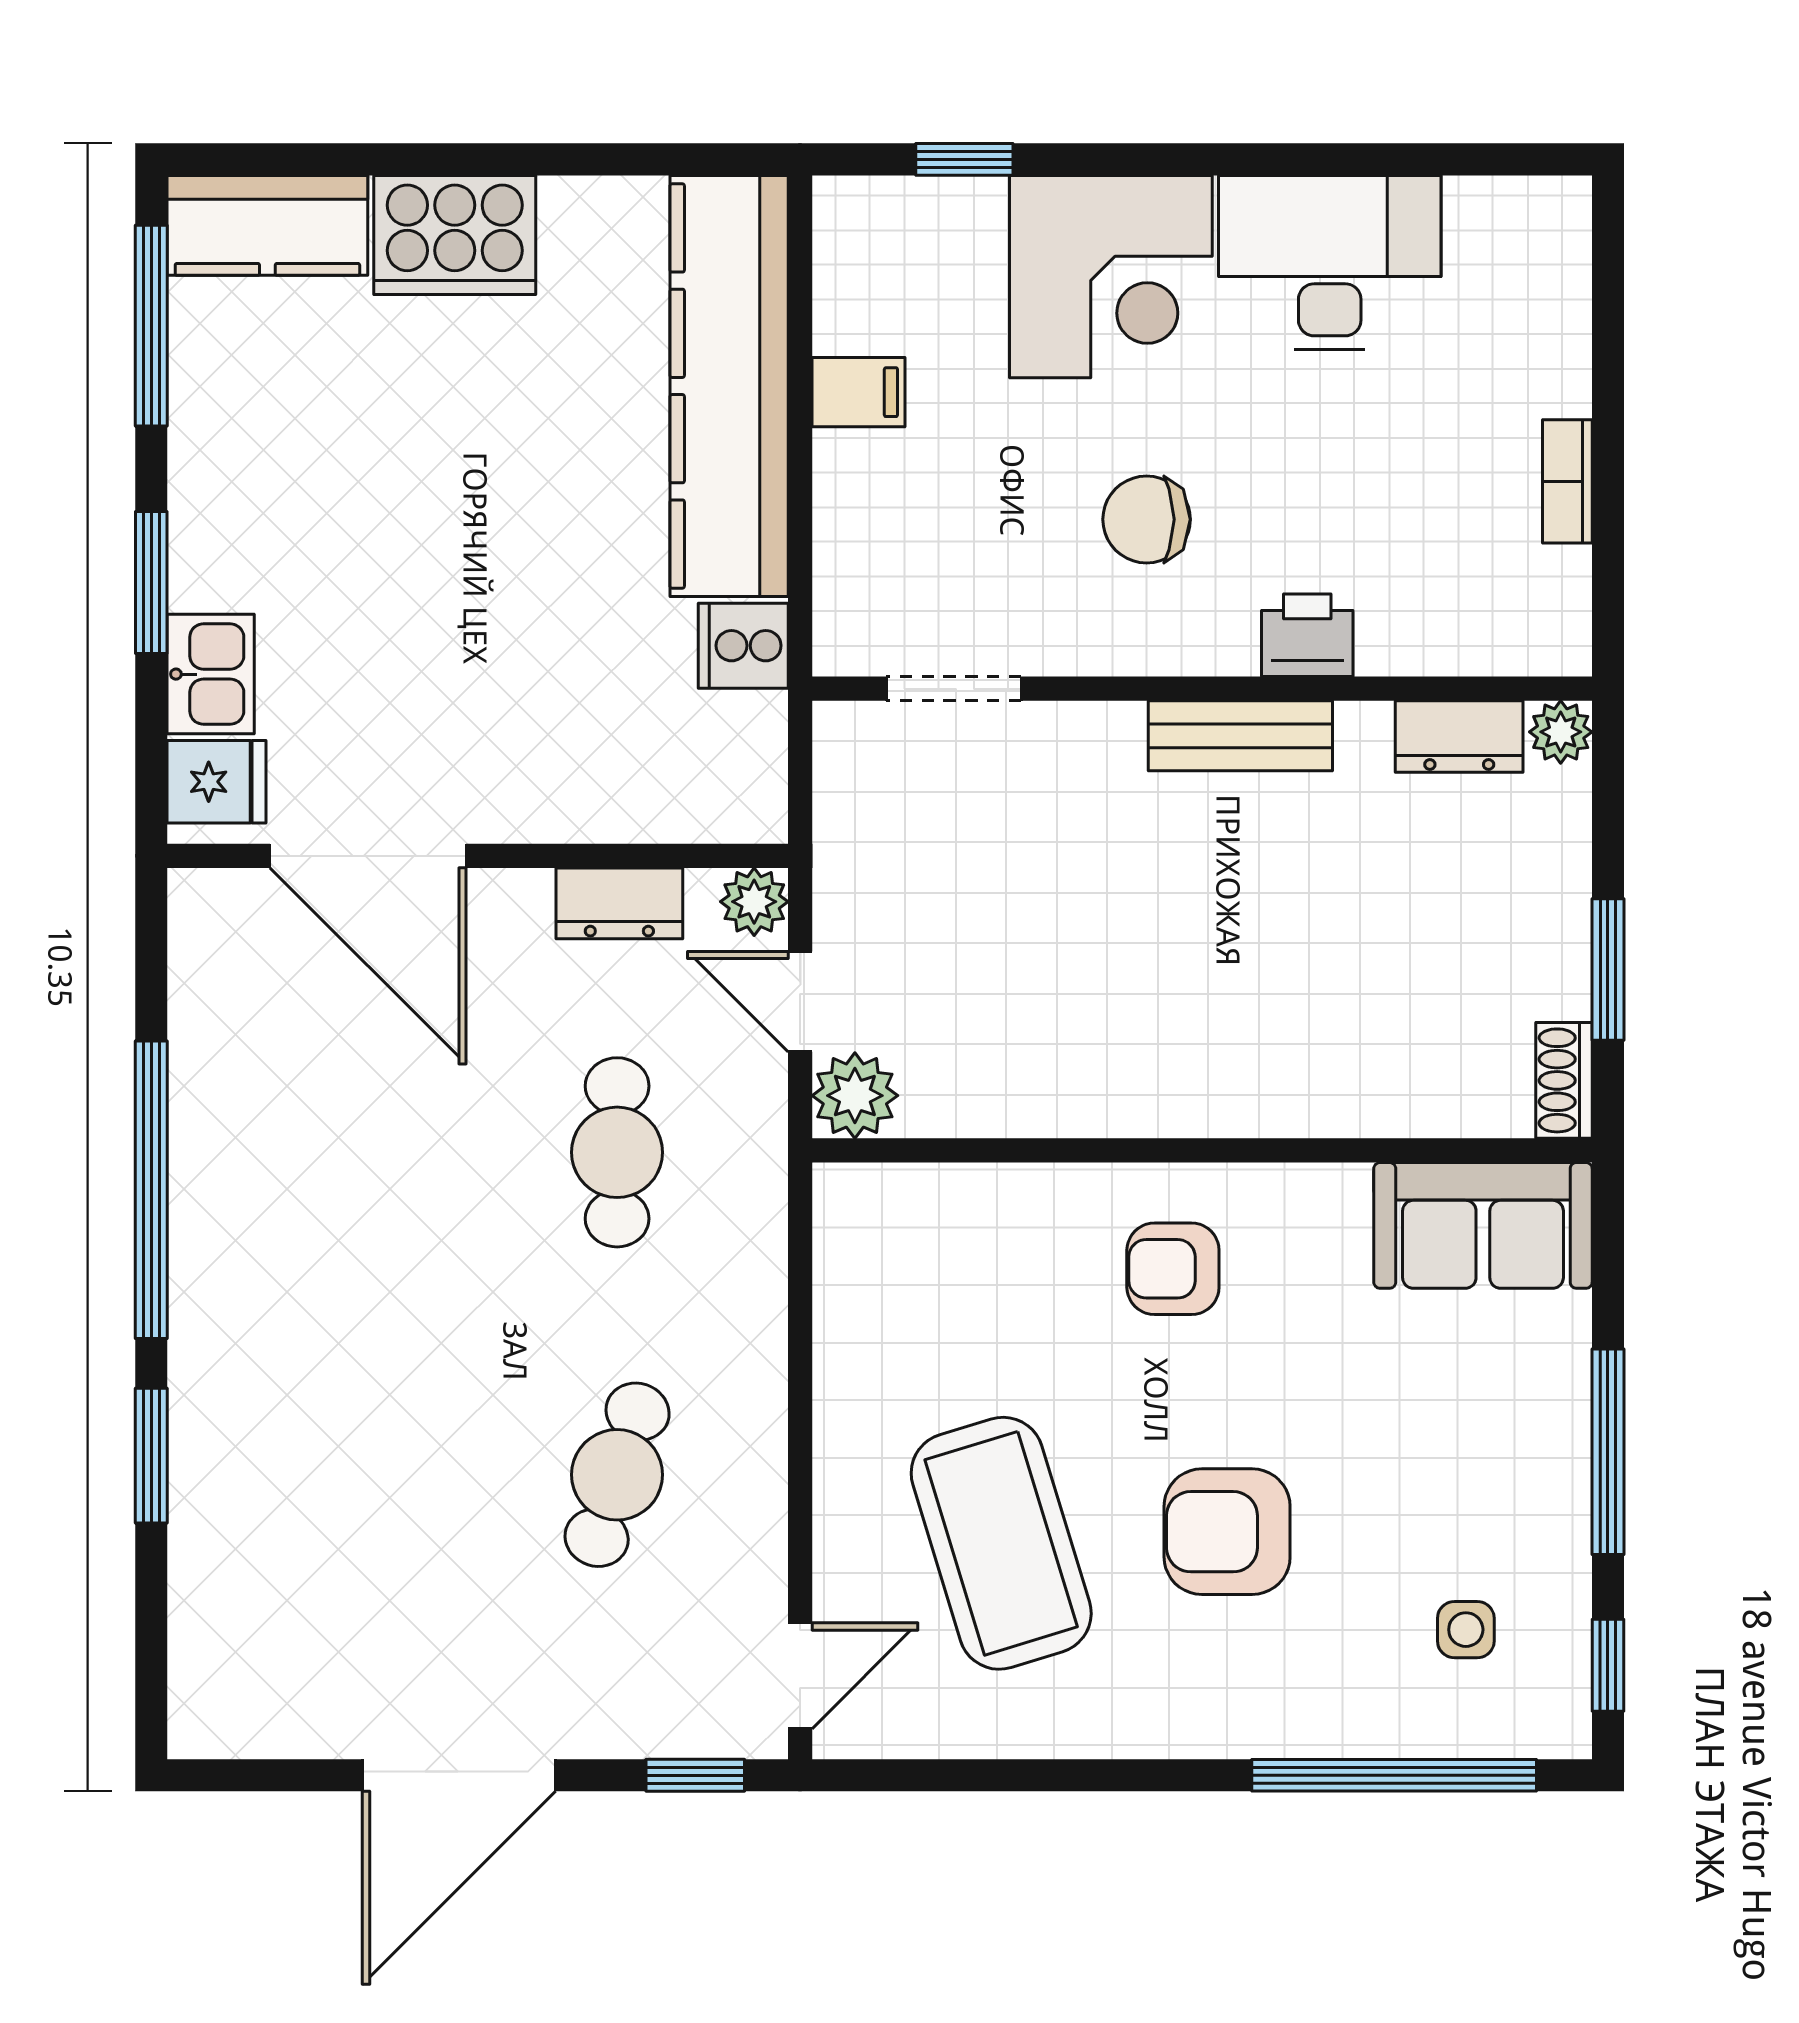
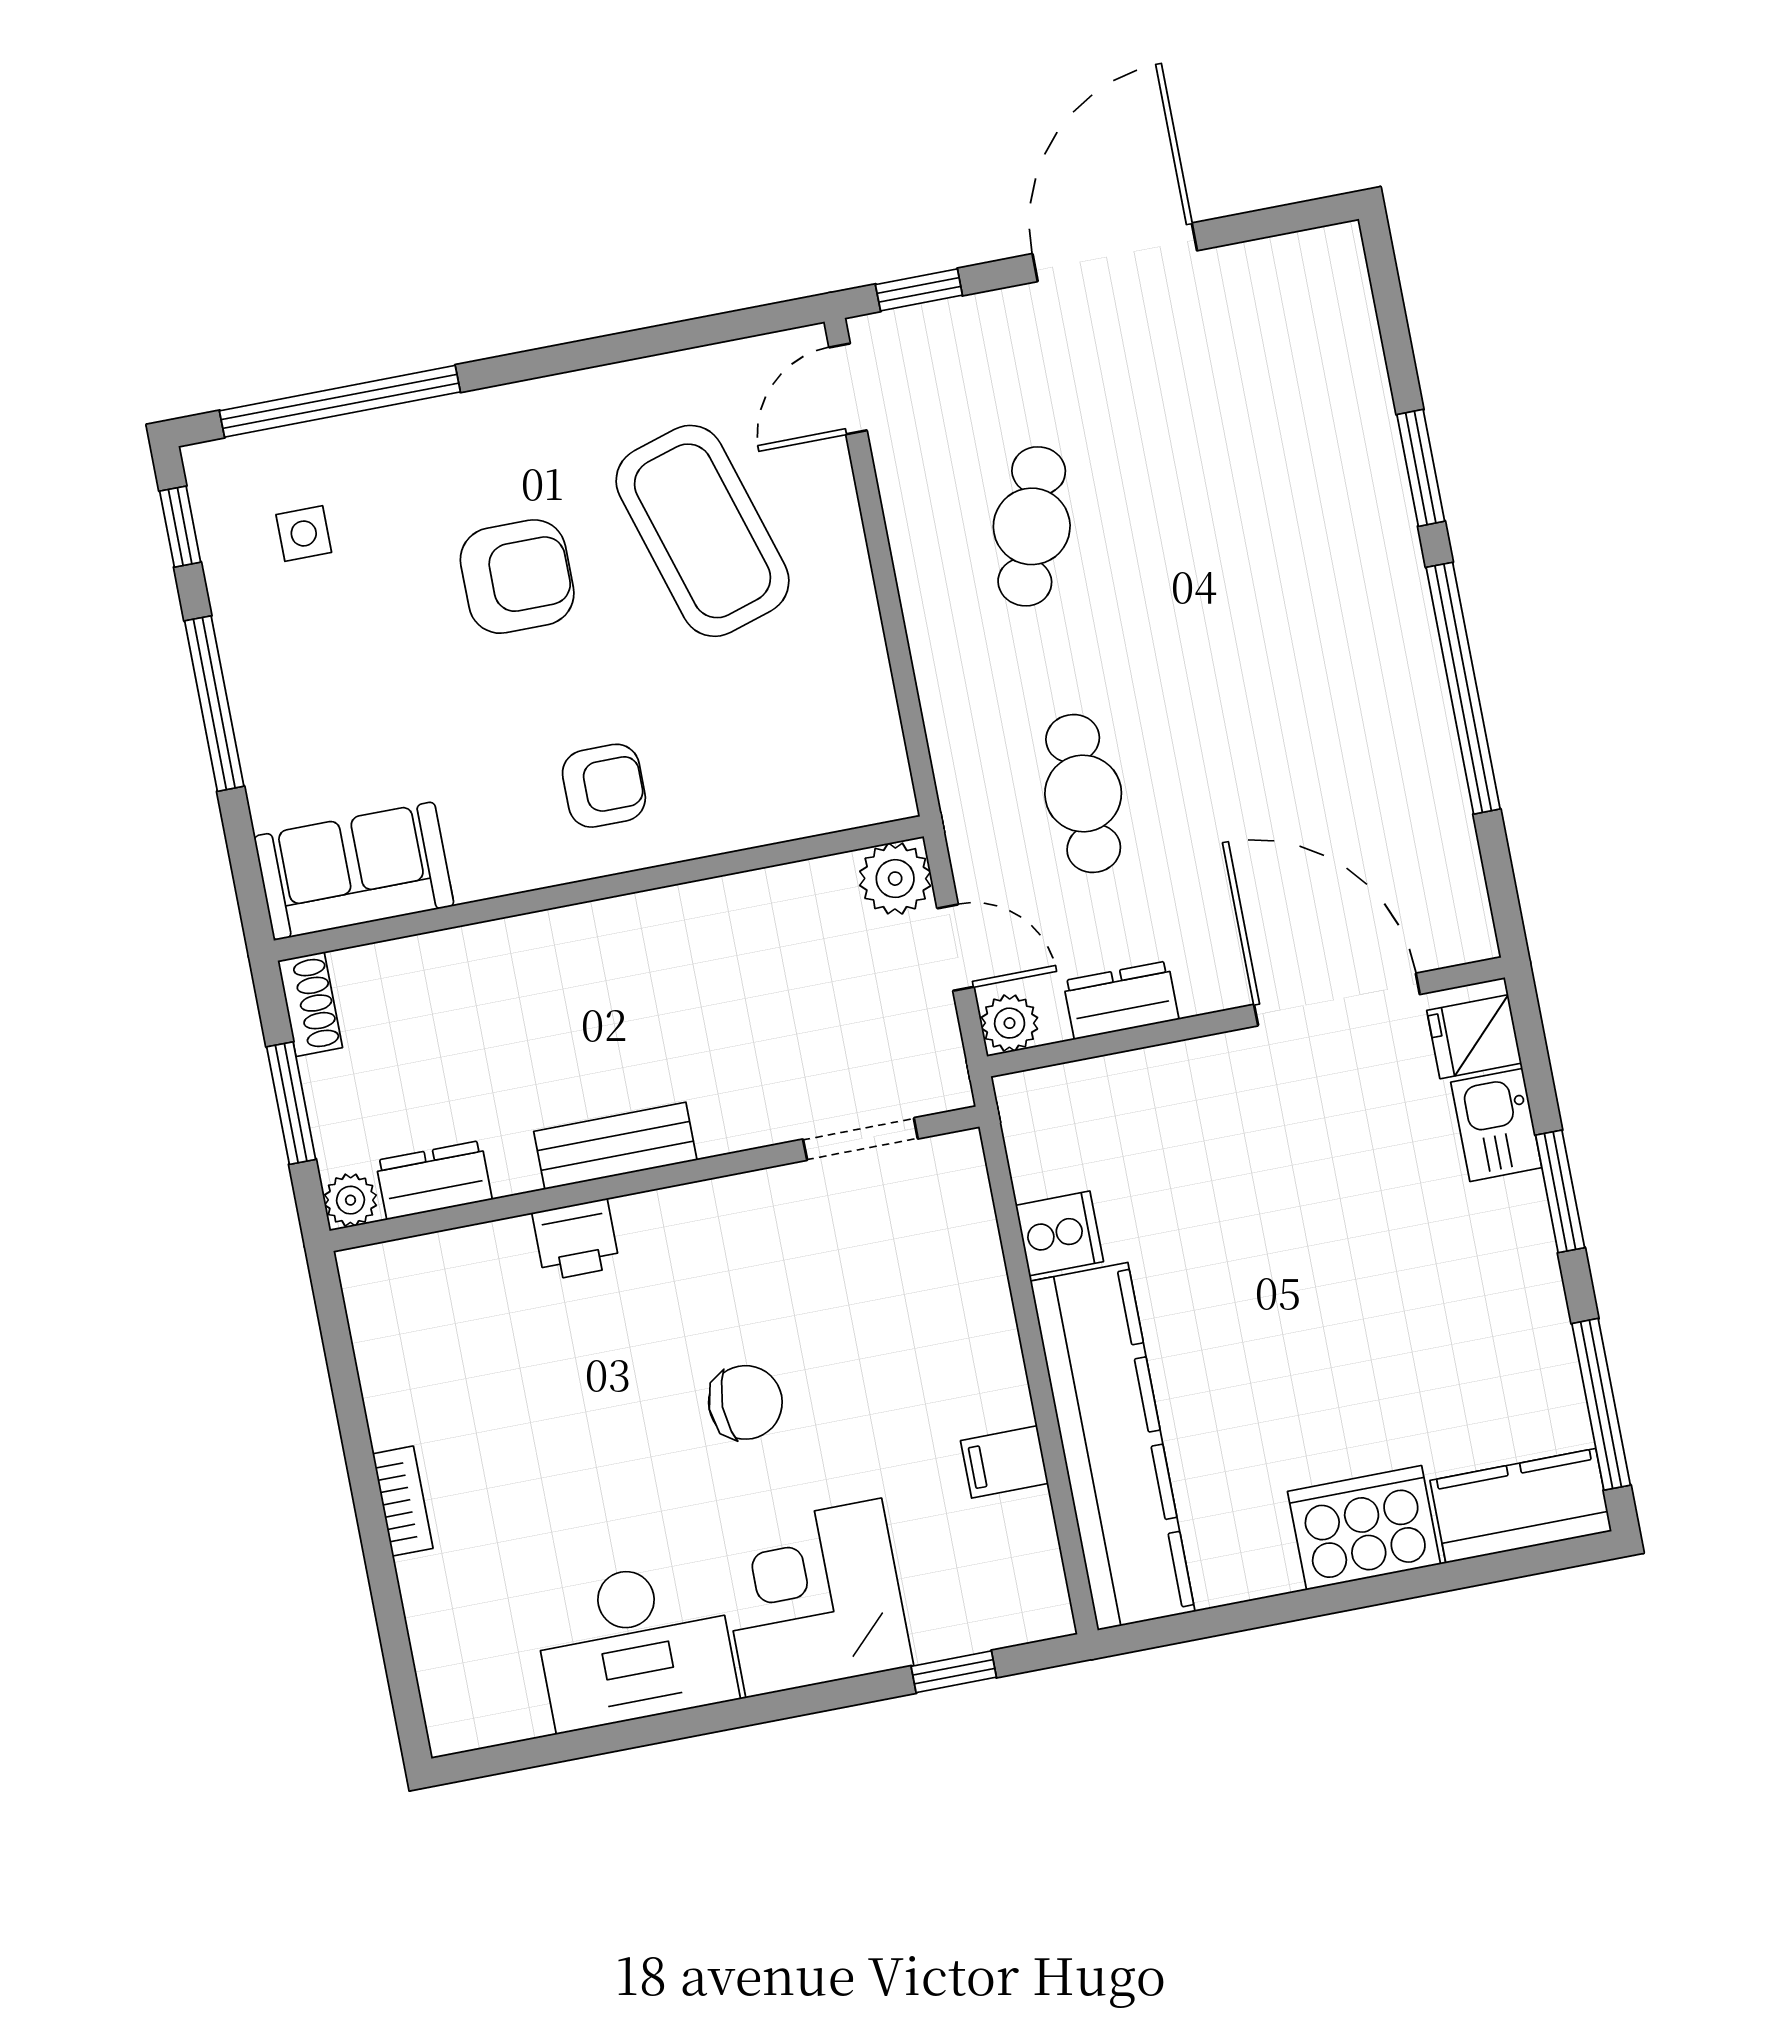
printer: (1307, 635) -> (576, 1240), moved
doorway: (954, 689) -> (860, 1139), moved
wall: (1202, 689) -> (655, 1179), moved
plant: (1561, 732) -> (351, 1200), moved
bench: (1240, 736) -> (615, 1146), moved
dresser: (1459, 736) -> (434, 1180), moved

